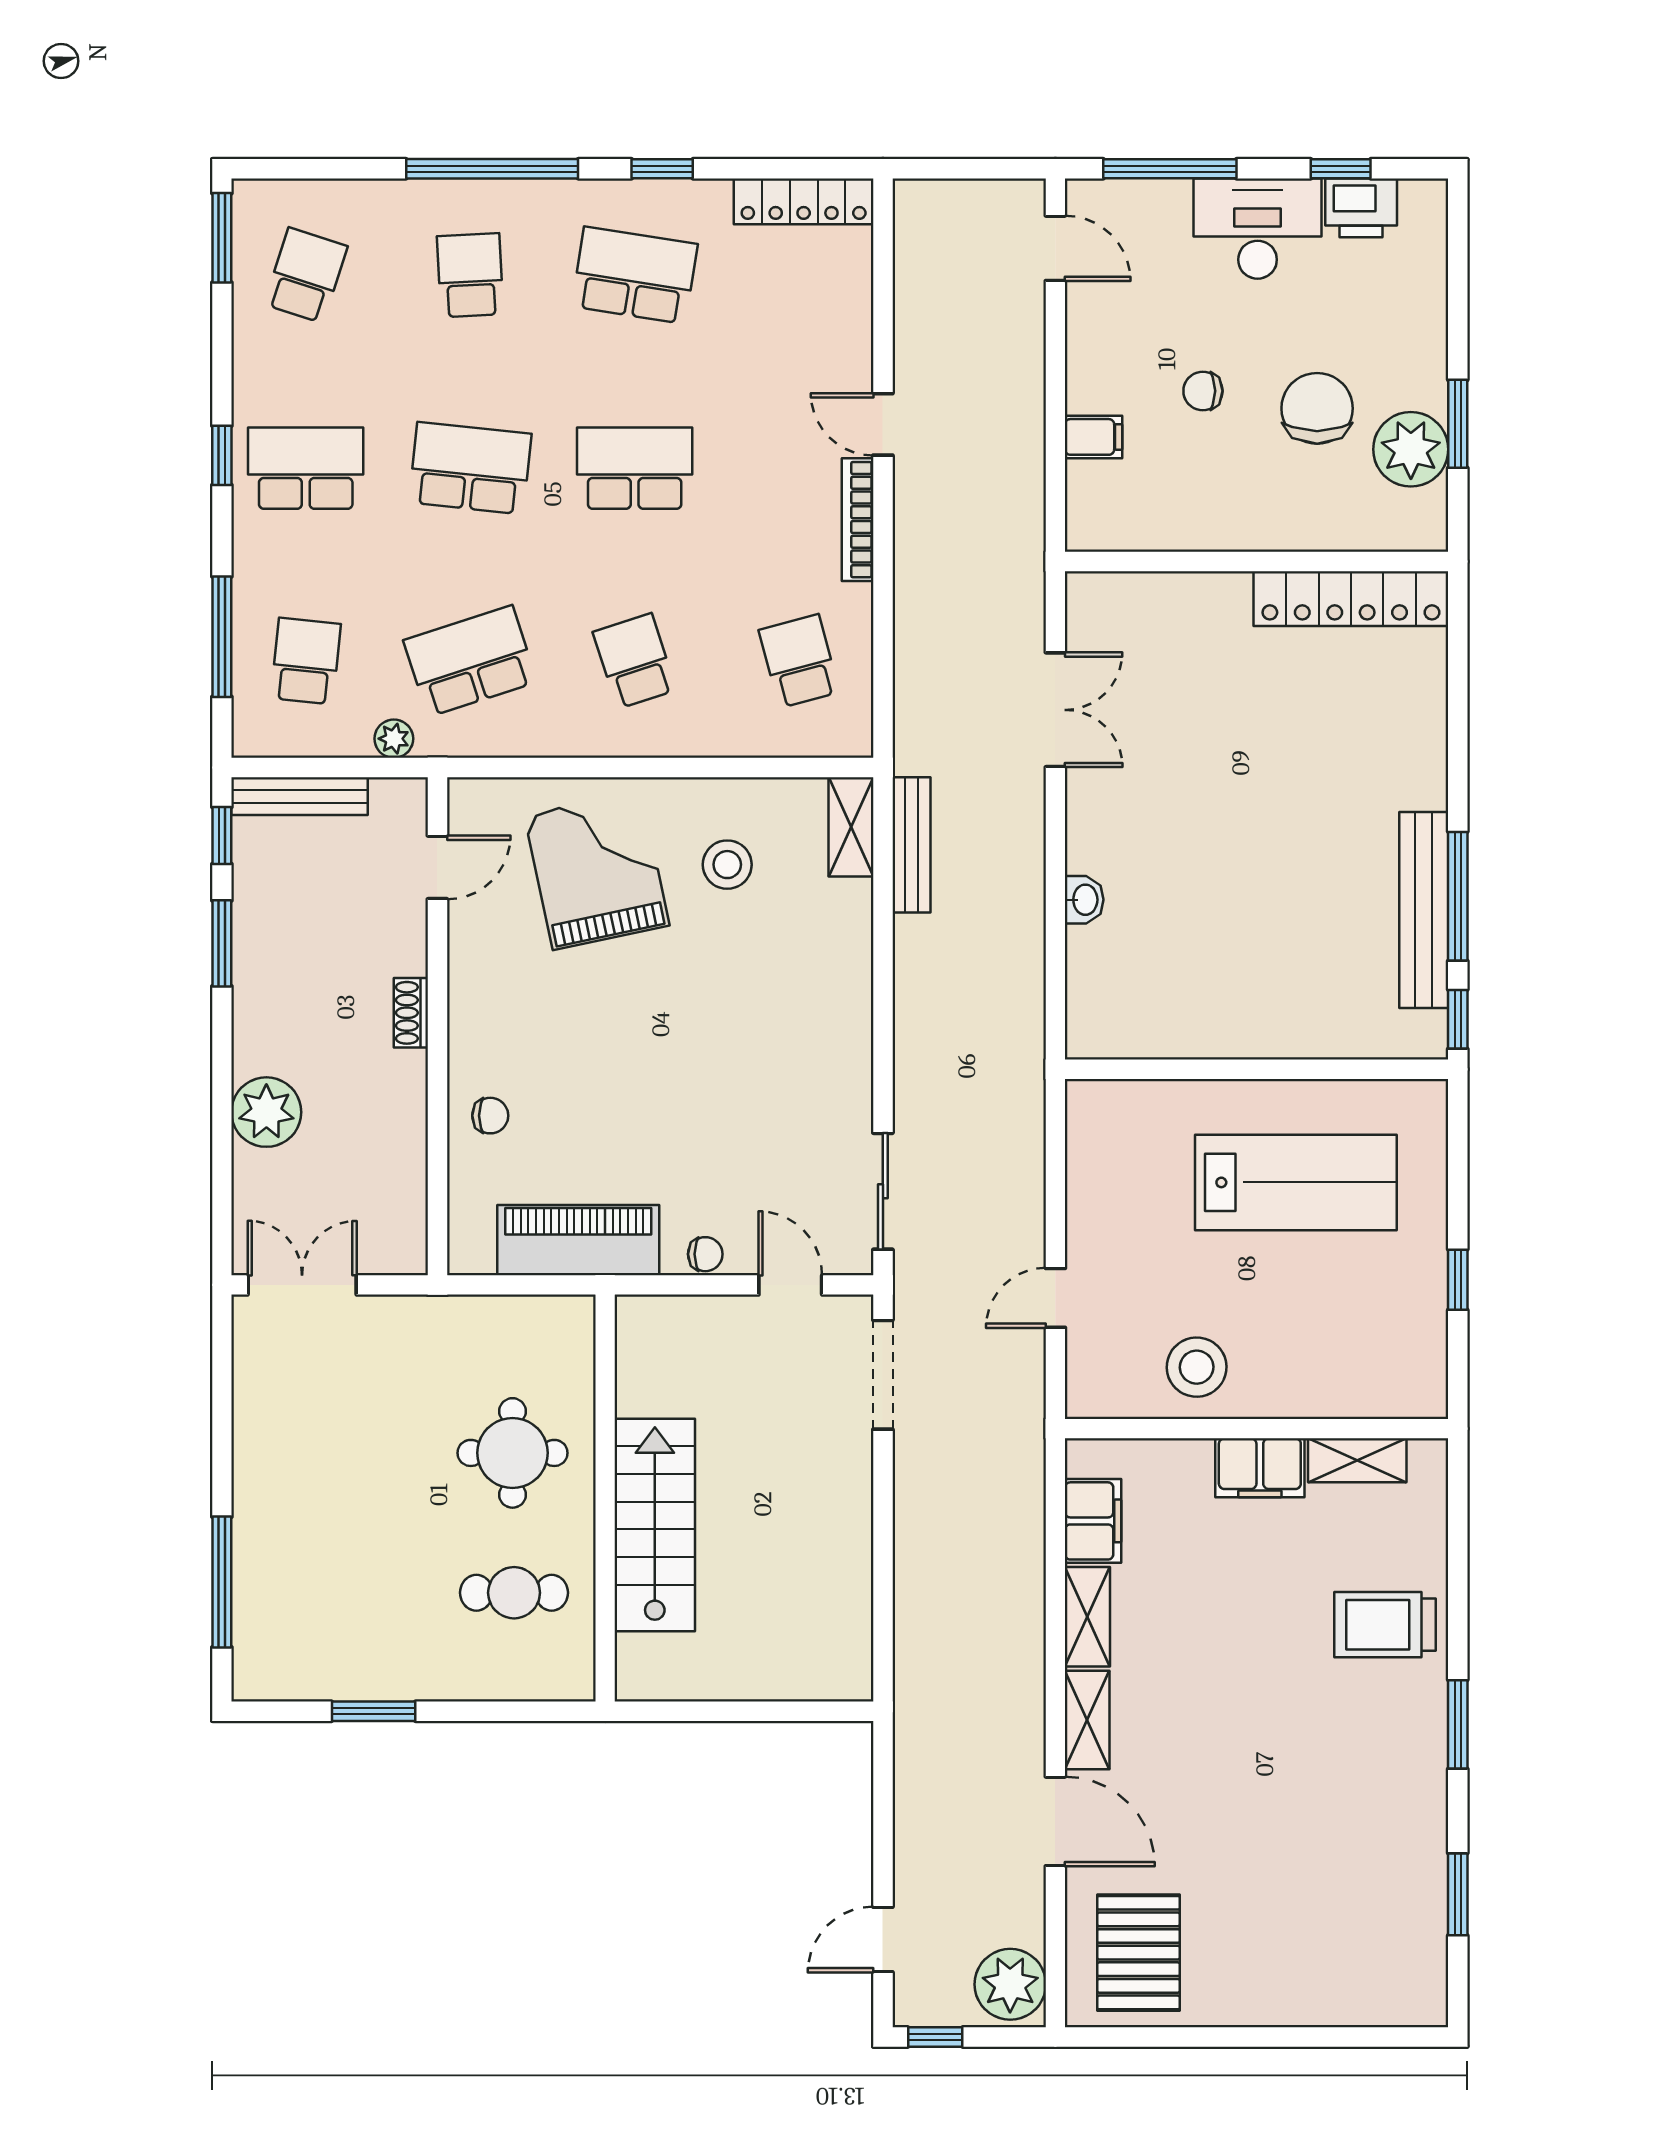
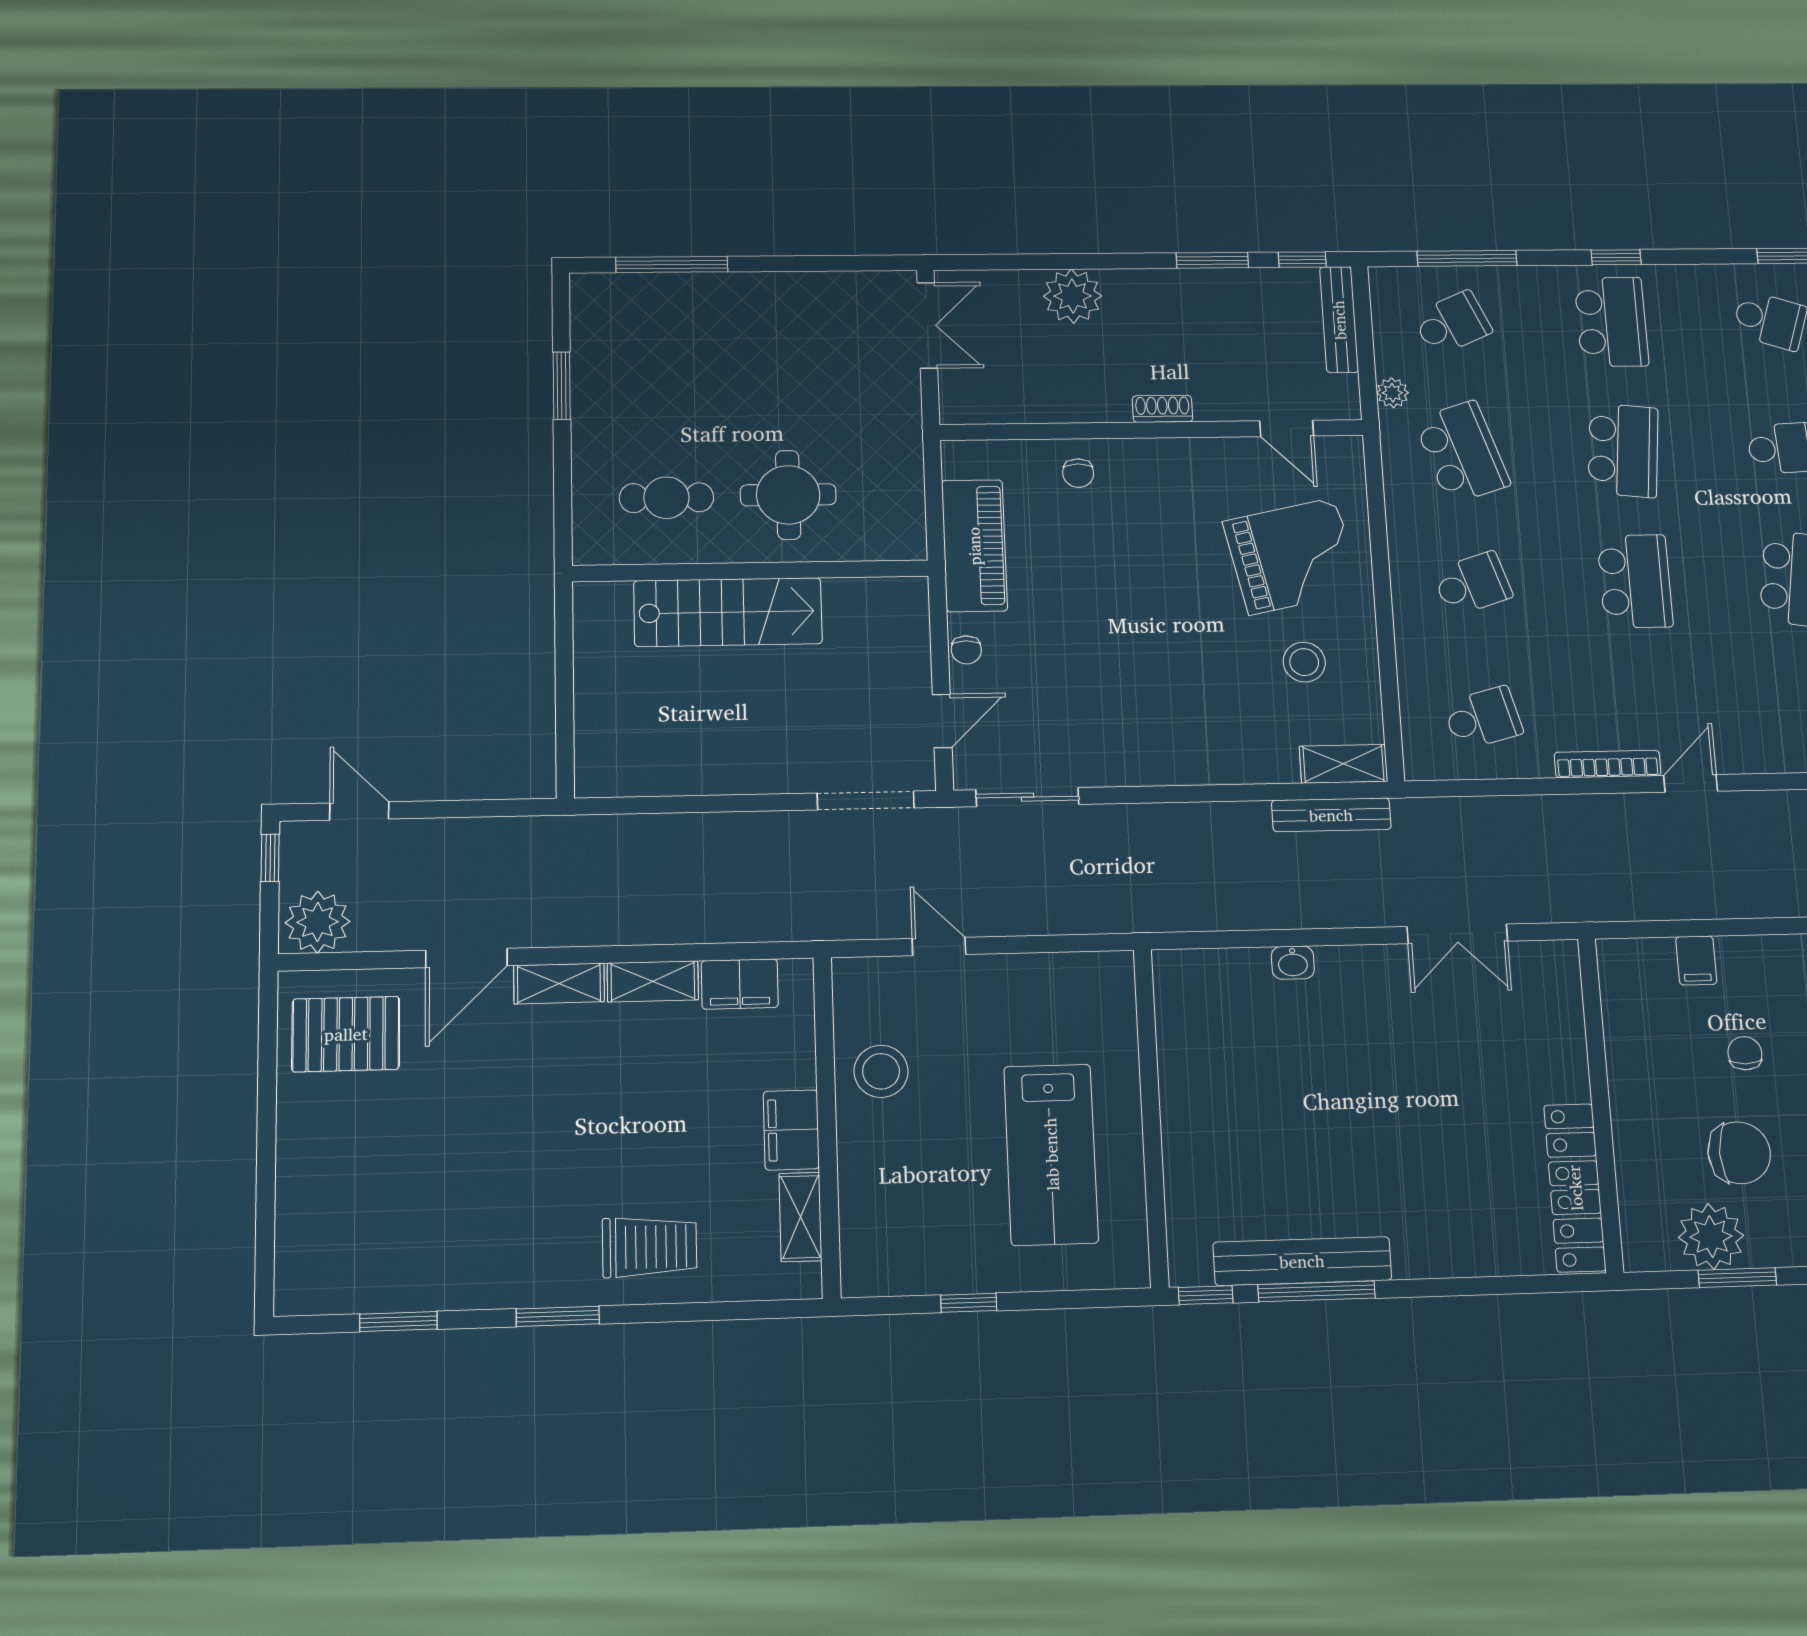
school desk: (306, 661) -> (1452, 323), turned -30
cafe table: (514, 1593) -> (666, 498), turned 90
trolley: (1385, 1625) -> (650, 1247), turned 90

